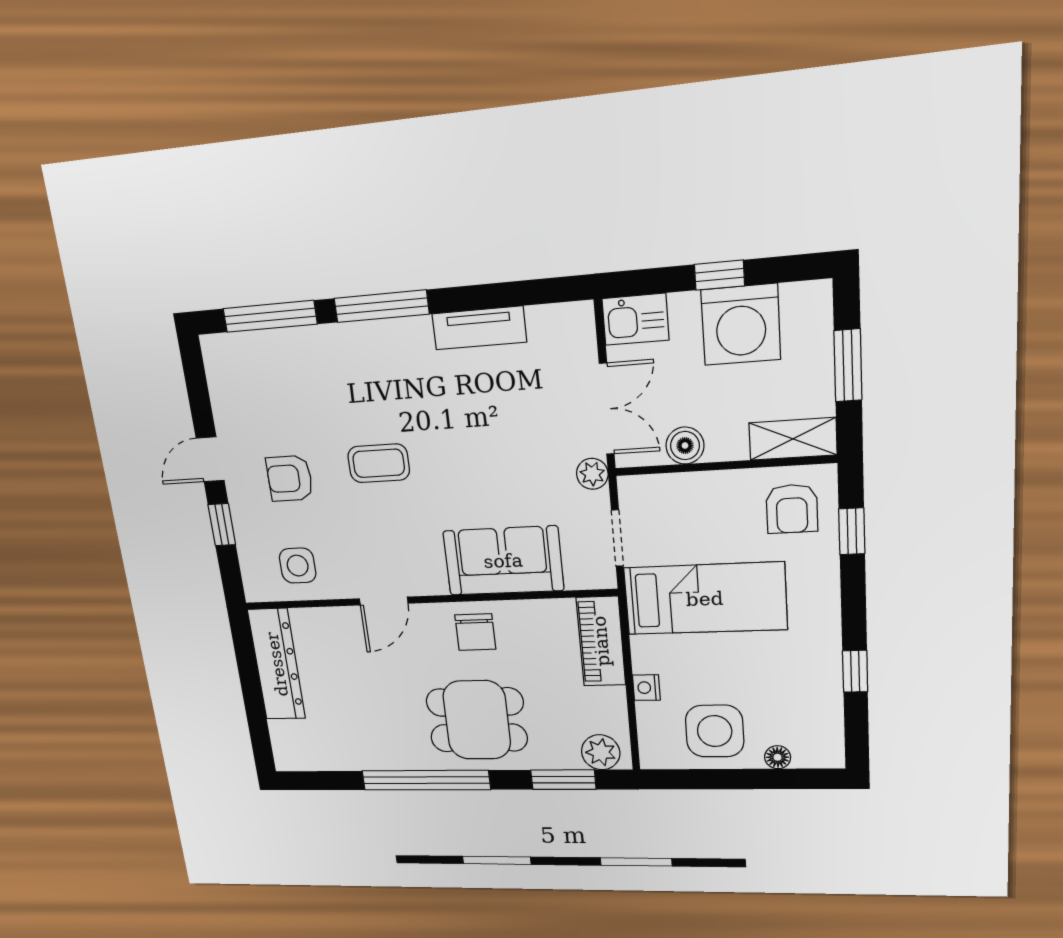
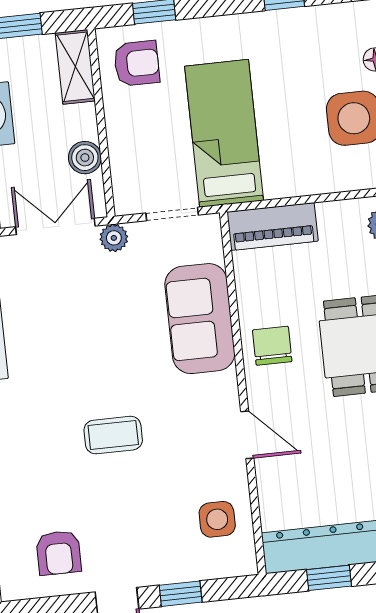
coffee table: (379, 463) -> (113, 435), turned 90
armchair: (290, 478) -> (59, 553), moved
chair: (475, 632) -> (272, 346), turned -90
window: (248, 669) -> (329, 578), added
nightstand: (646, 688) -> (315, 183), removed

